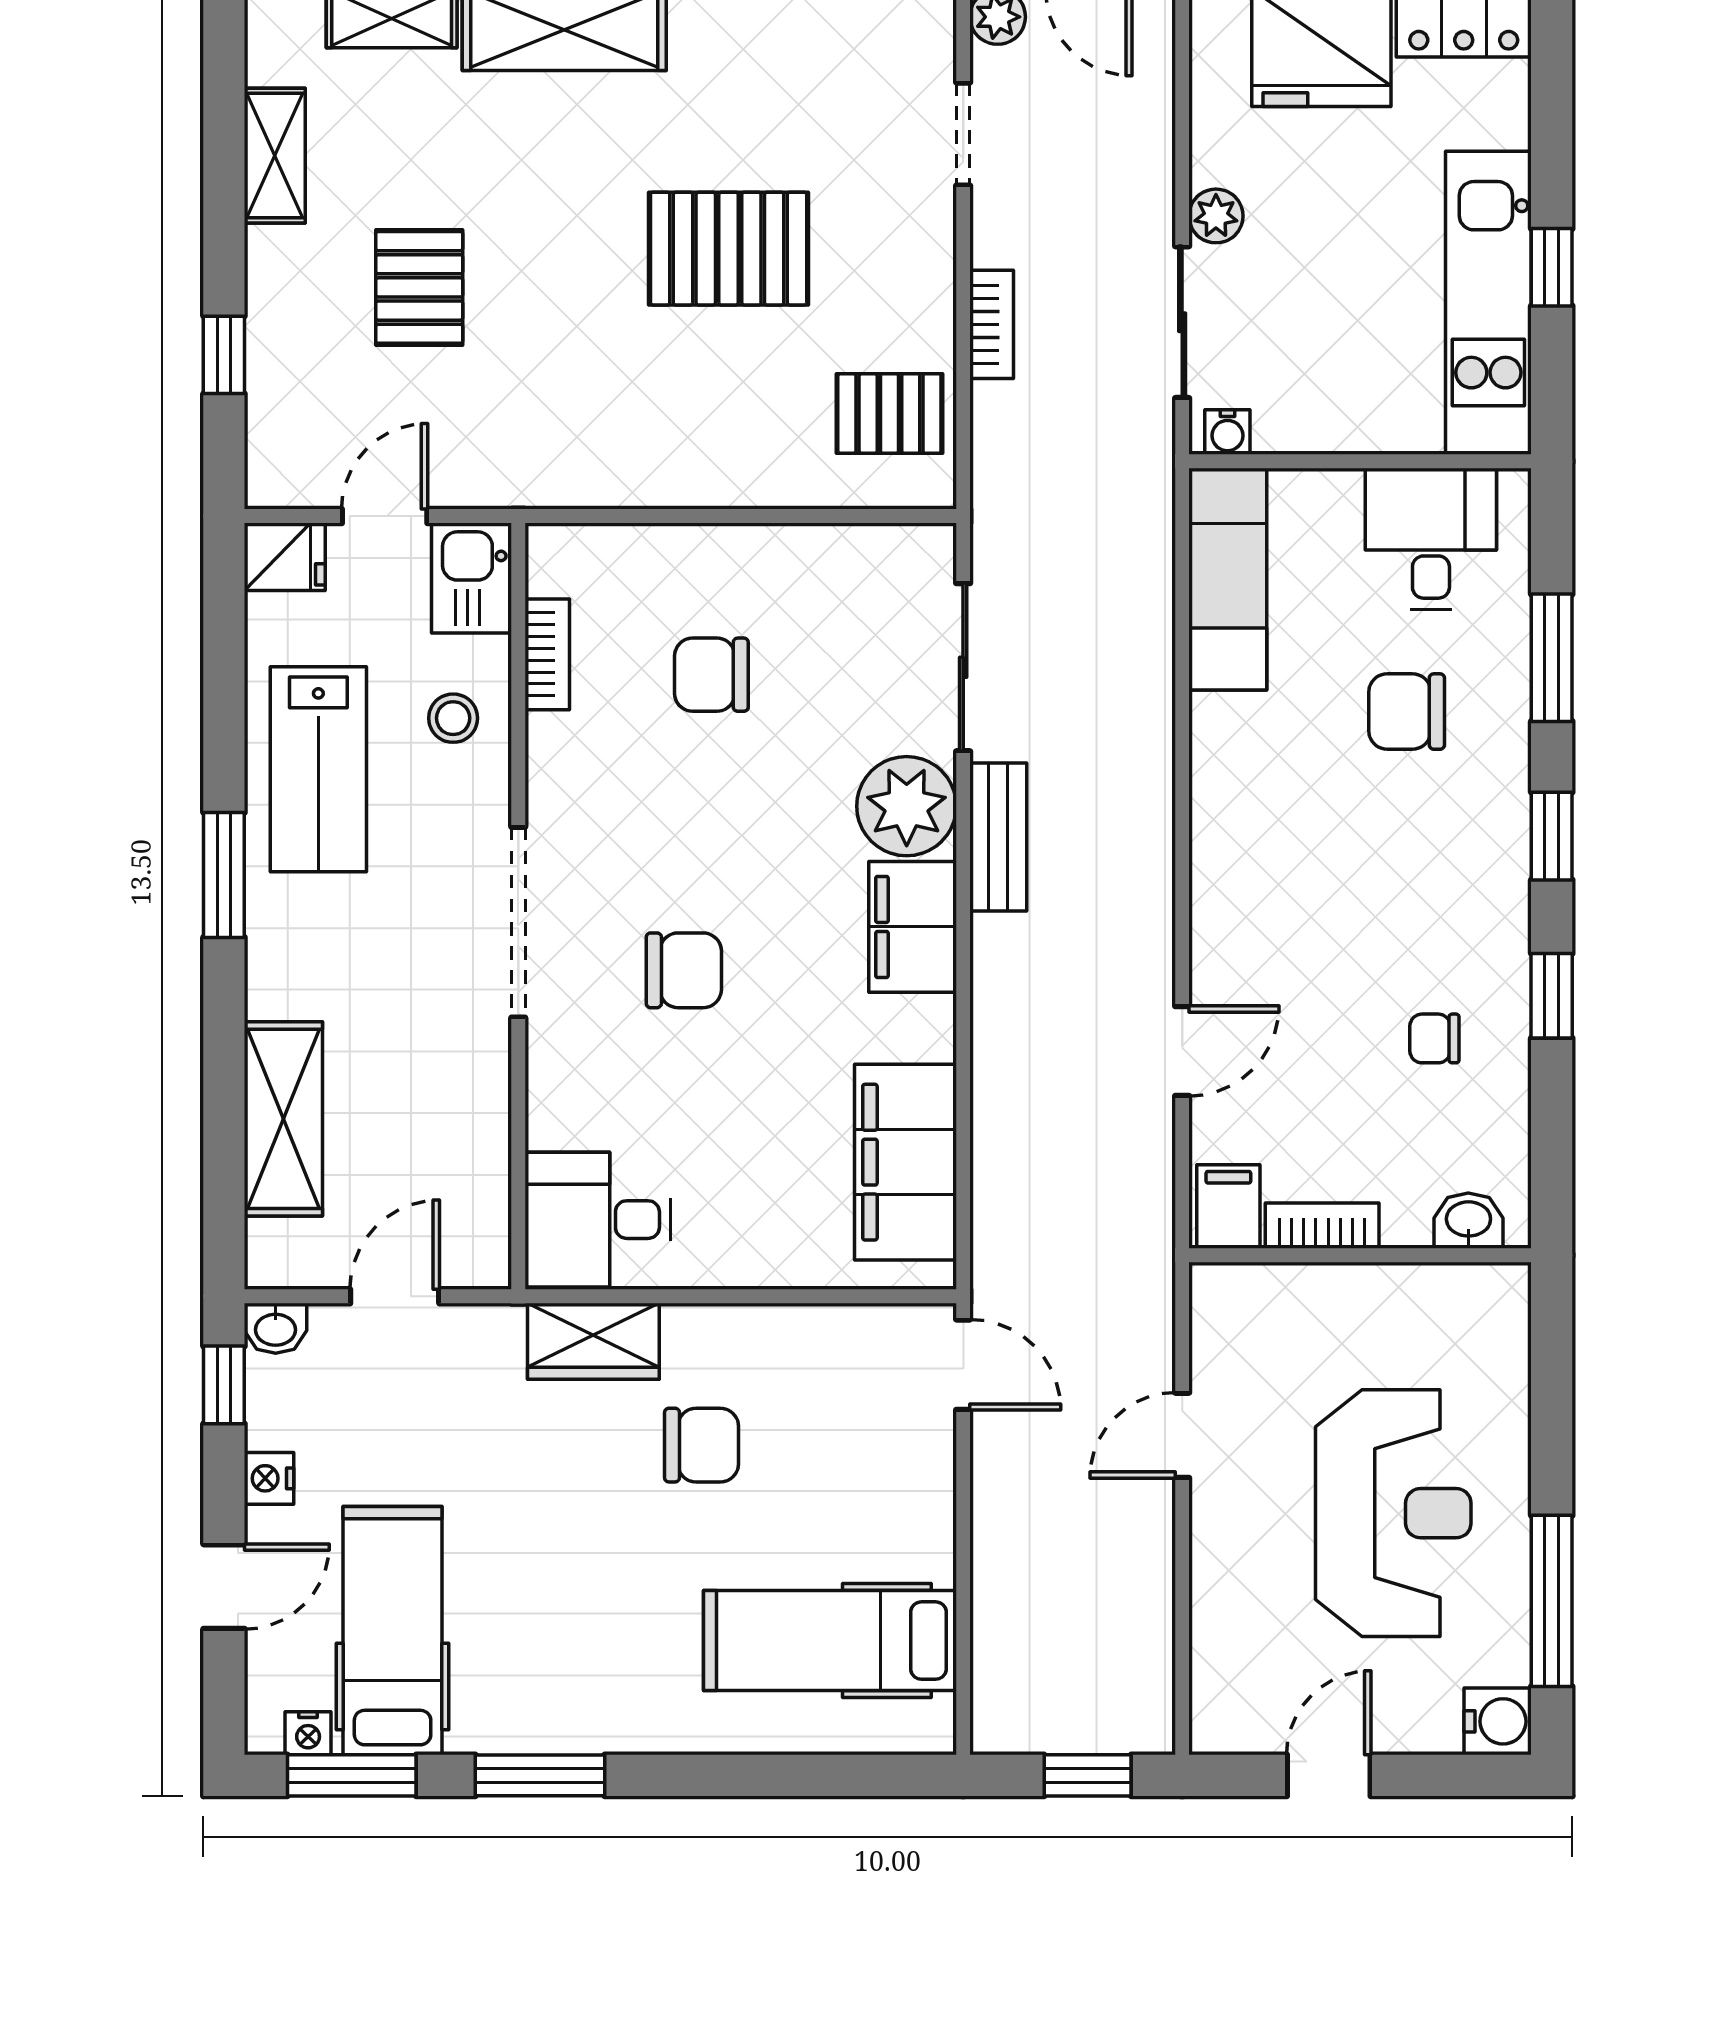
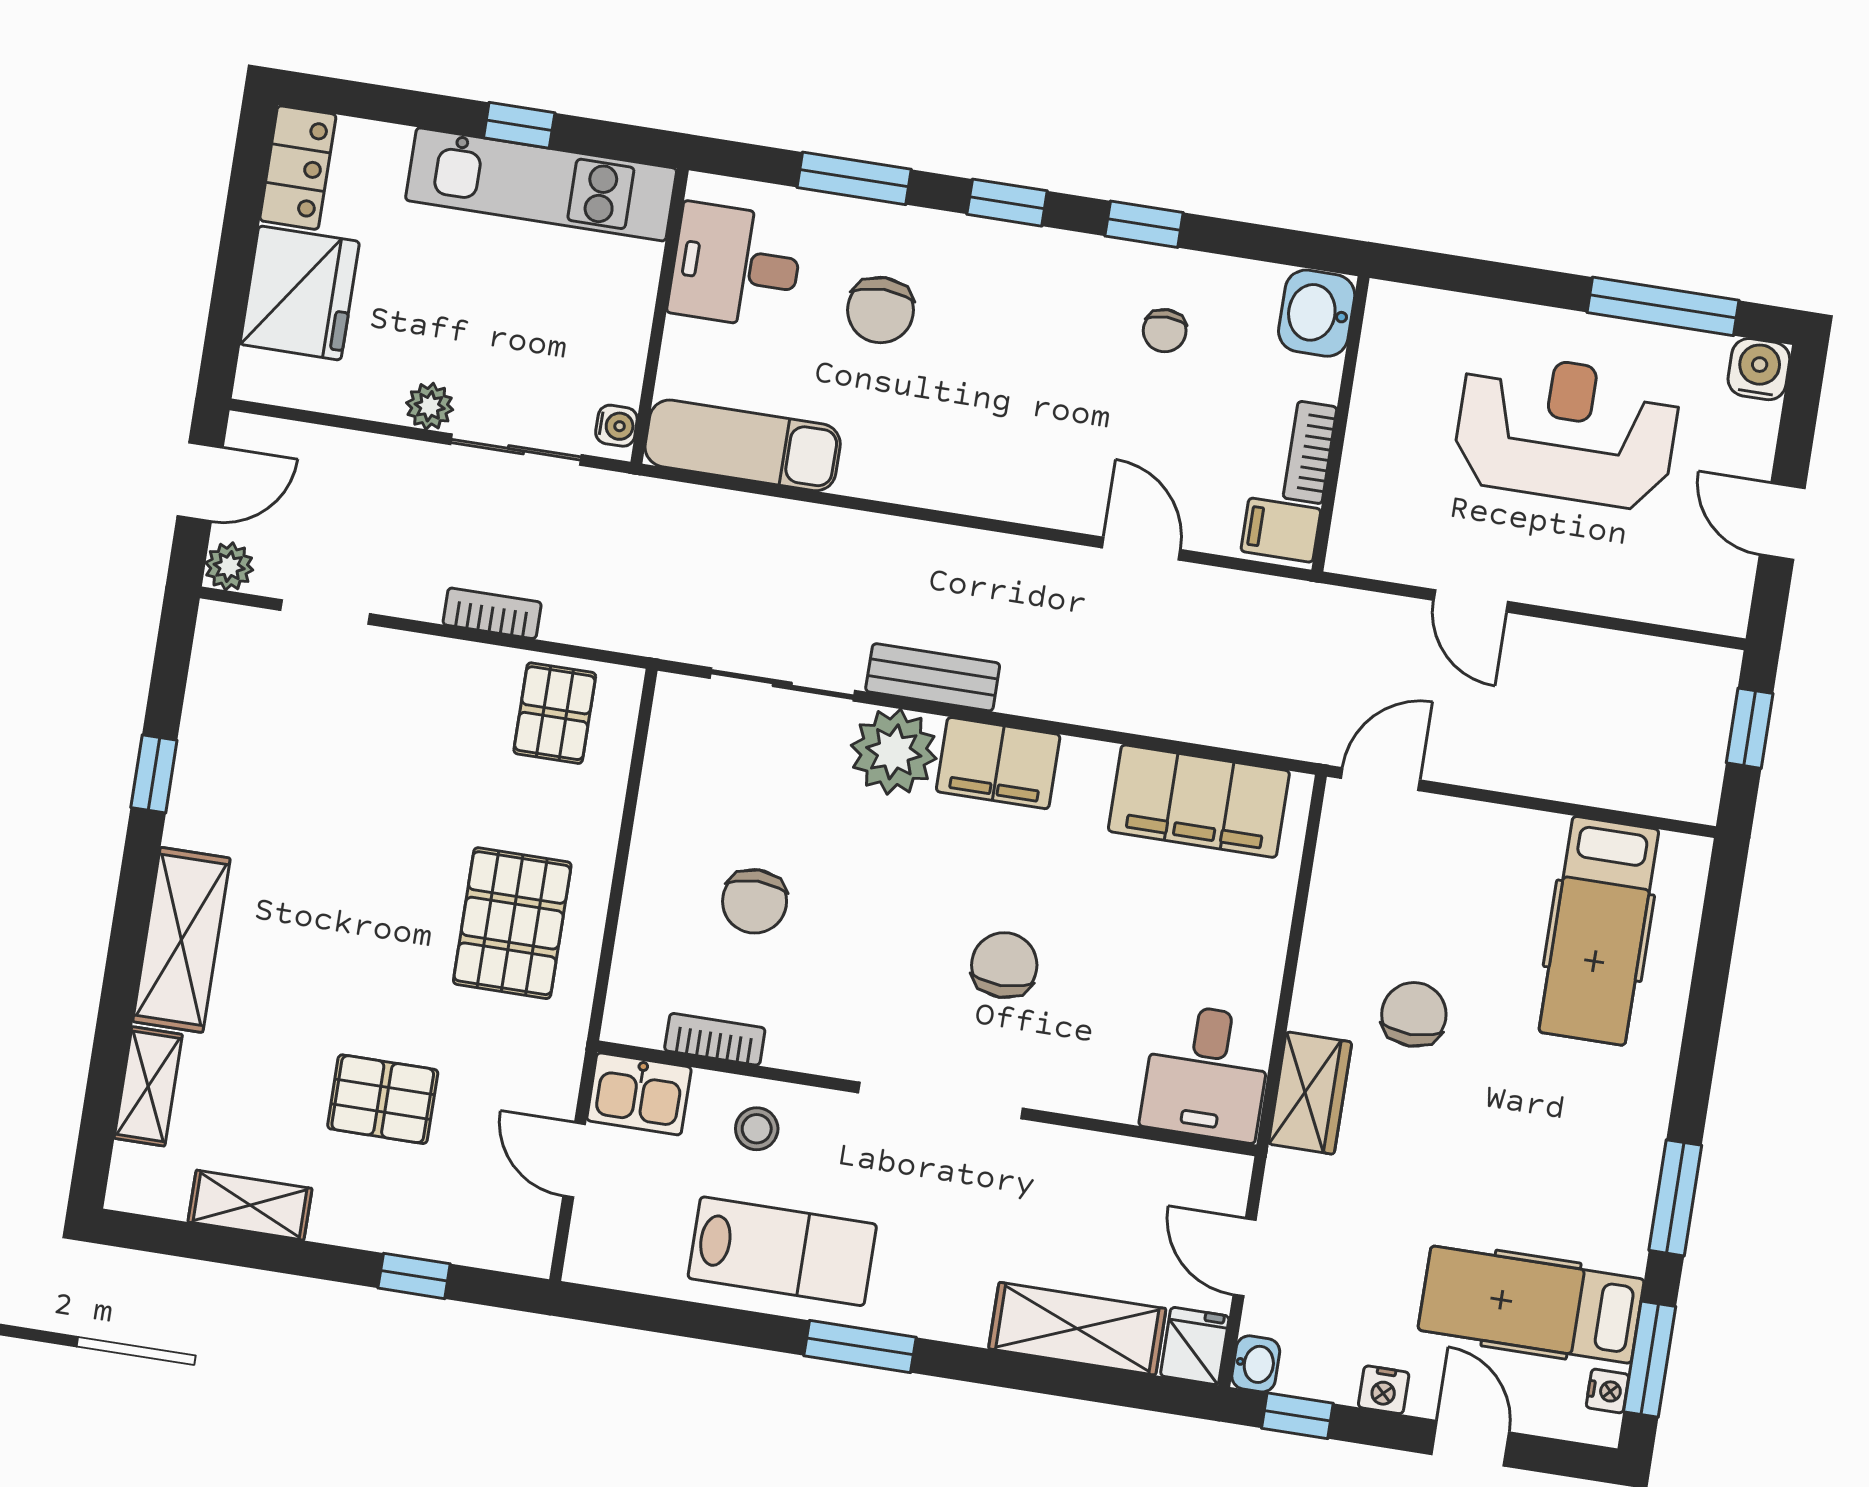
pallet: (729, 249) -> (512, 923), moved
fridge: (285, 557) -> (1195, 1346), moved
washbasin: (1468, 1221) -> (1317, 313), width x1.38, depth x1.45

